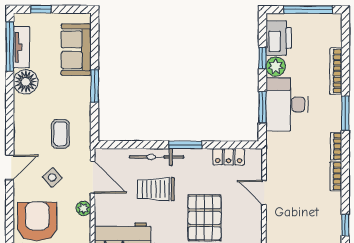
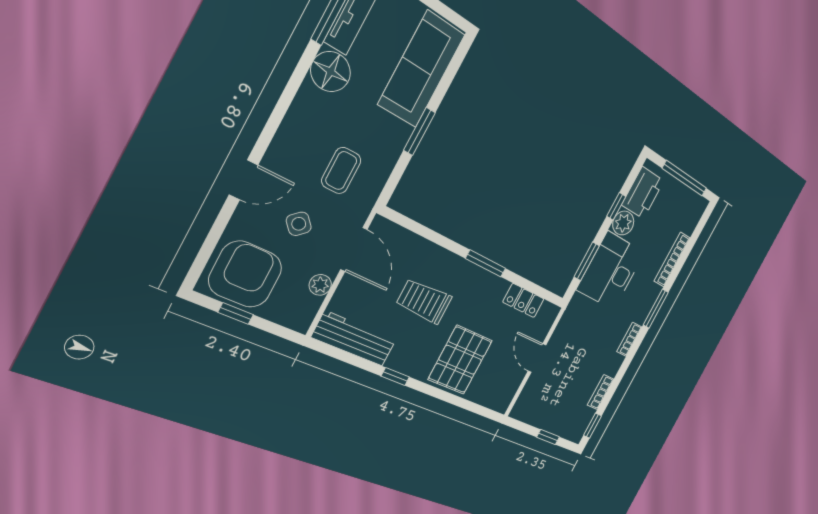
sofa: (76, 50) -> (422, 69), width x1.36
bicycle: (156, 157) -> (446, 262), removed
bookcase: (336, 176) -> (601, 392), moved

